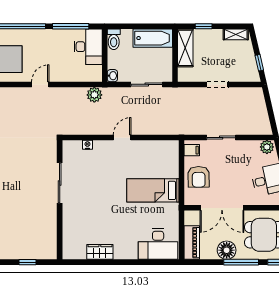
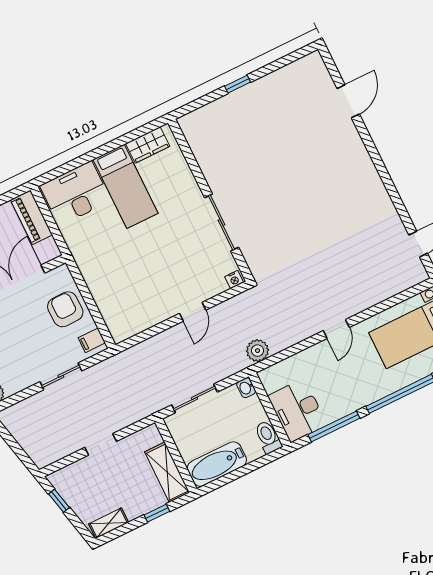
sliding door: (60, 183) -> (222, 223), moved
bed: (153, 190) -> (125, 186), moved, turned 90
wall: (60, 200) -> (211, 200), moved

